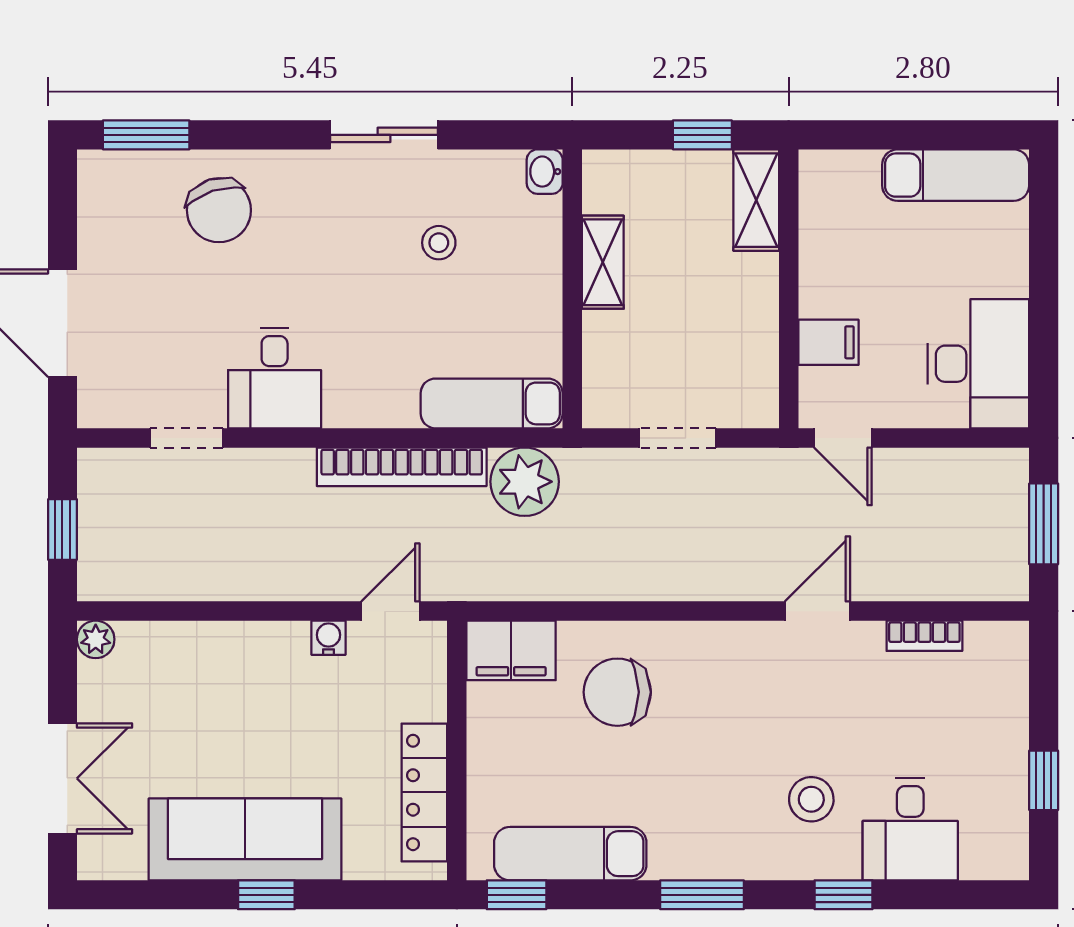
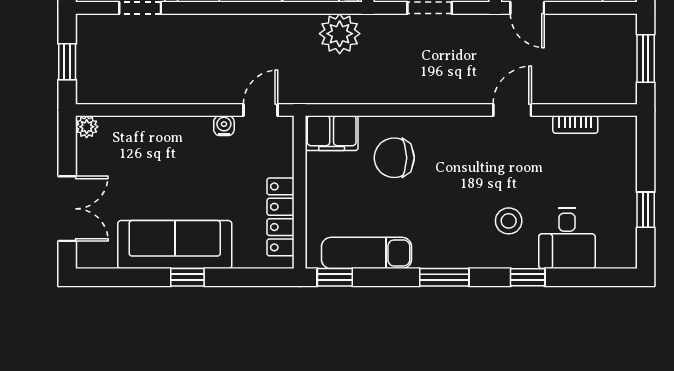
bookcase: (402, 467) -> (267, 25), removed

